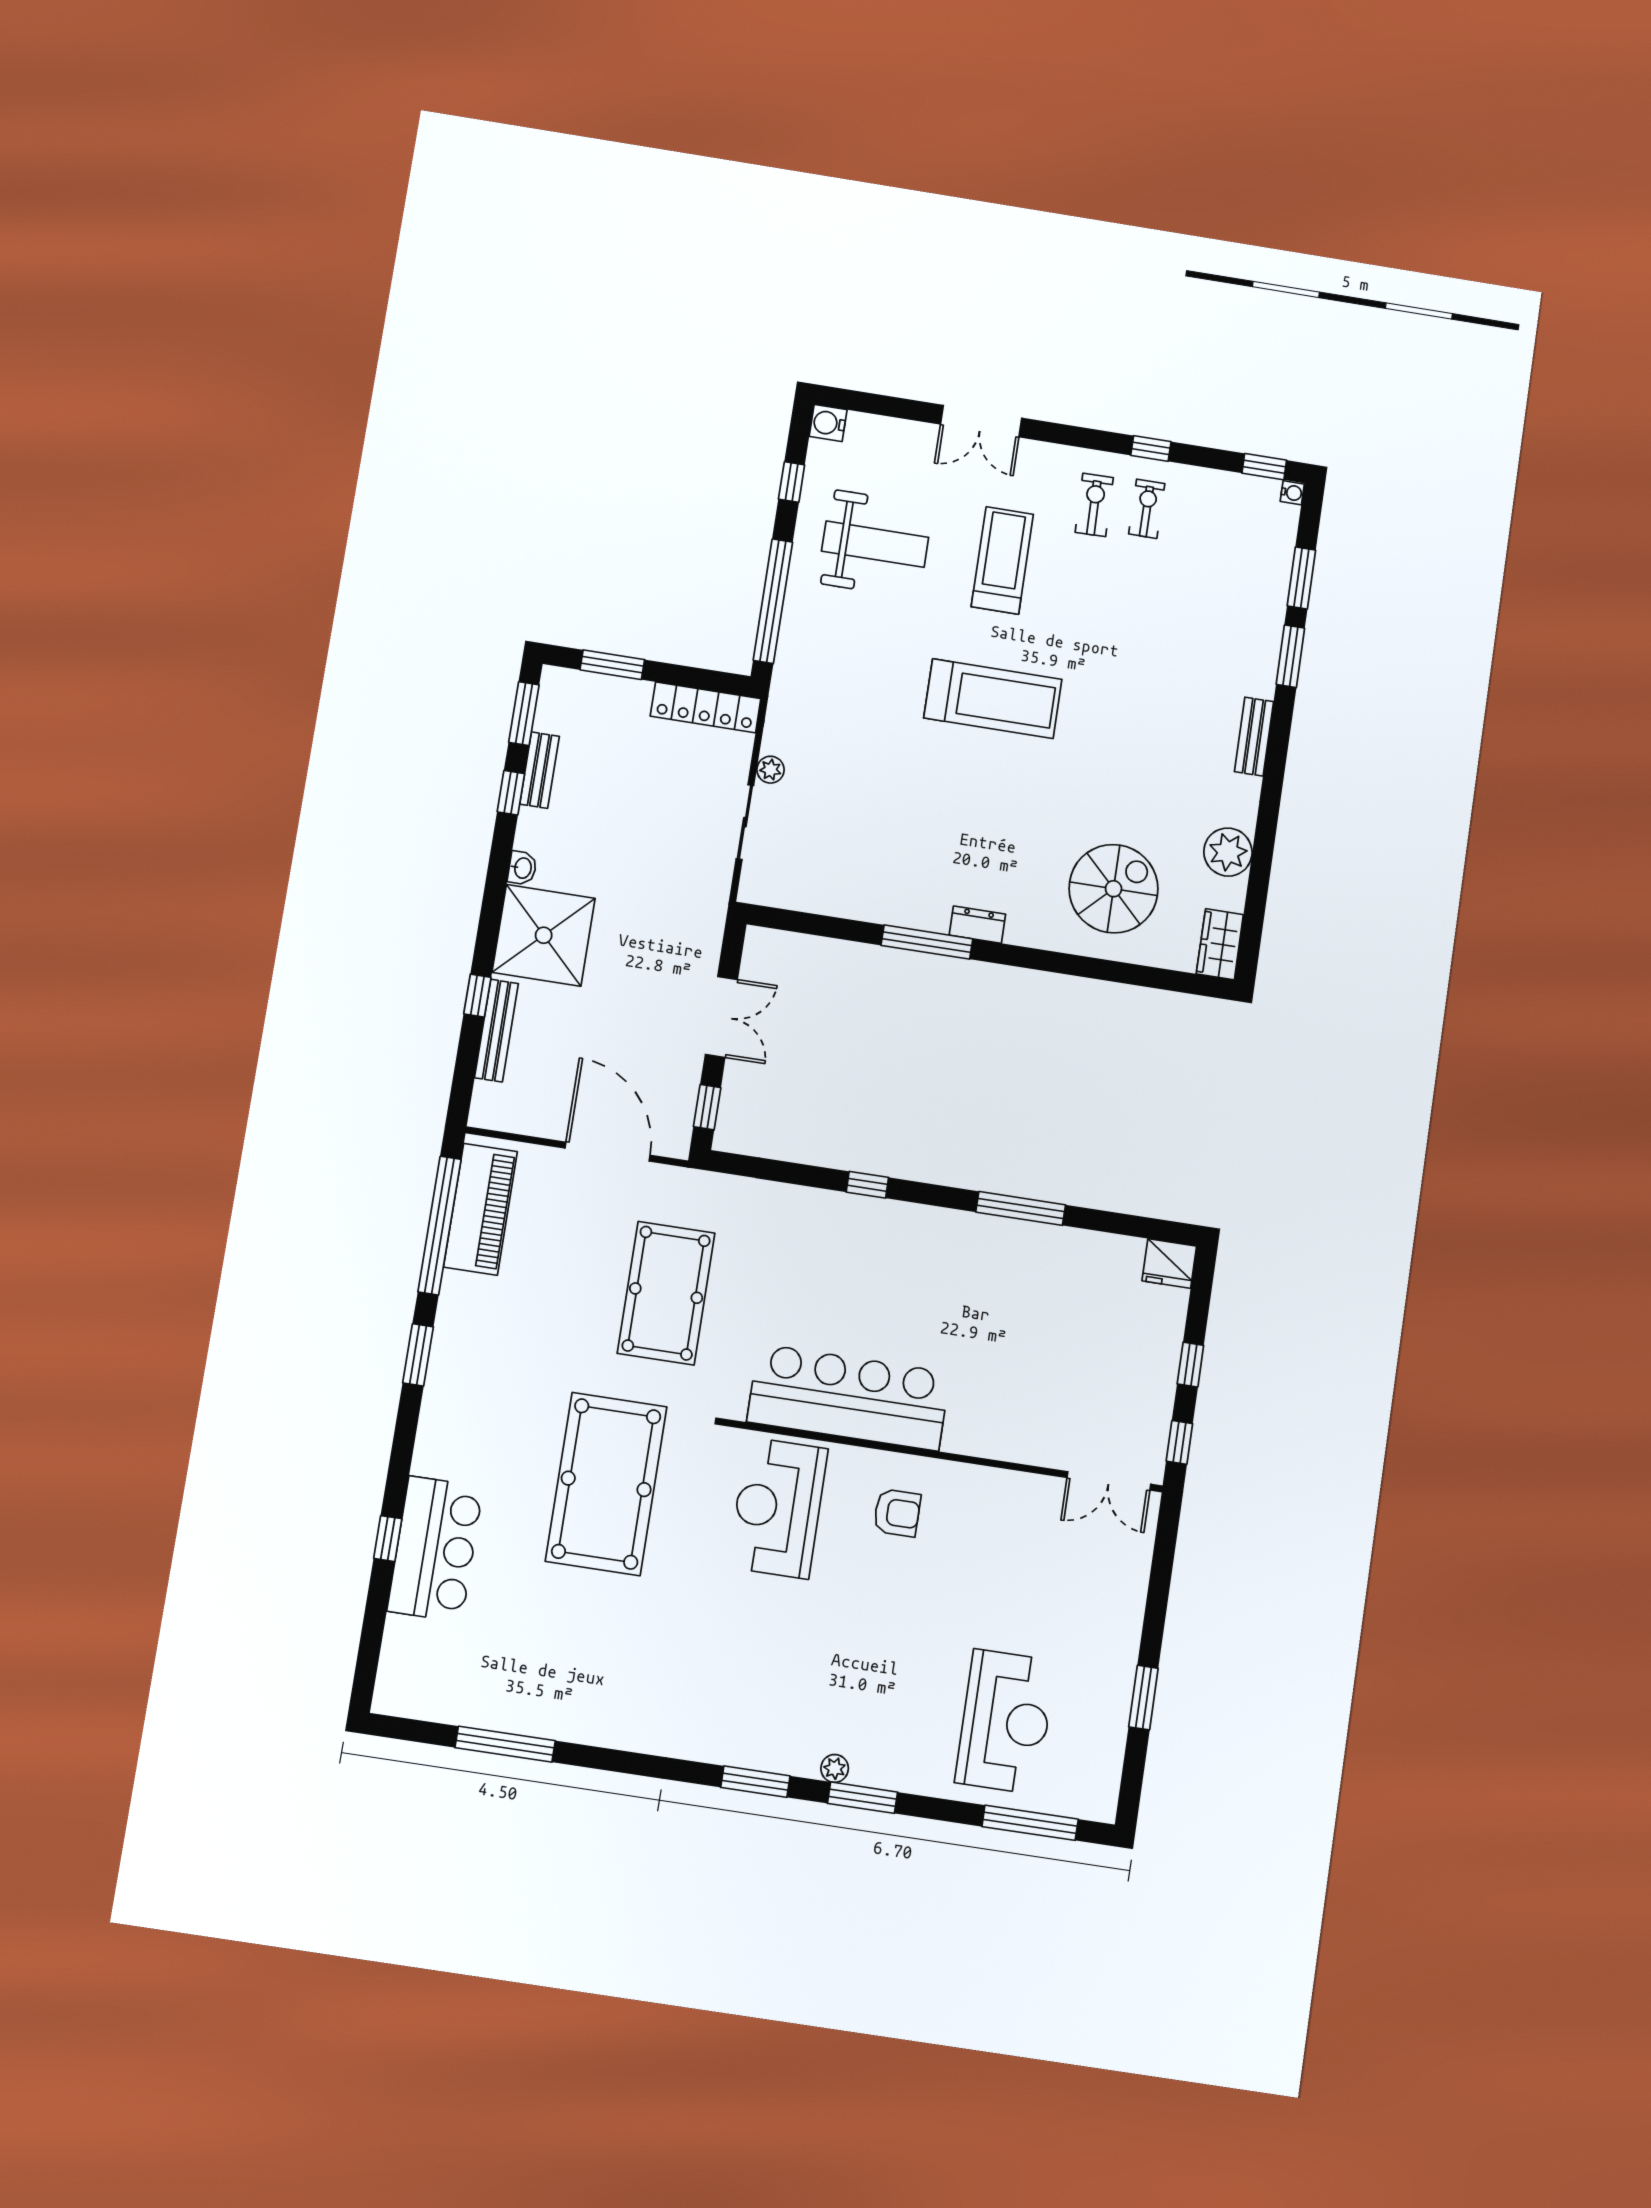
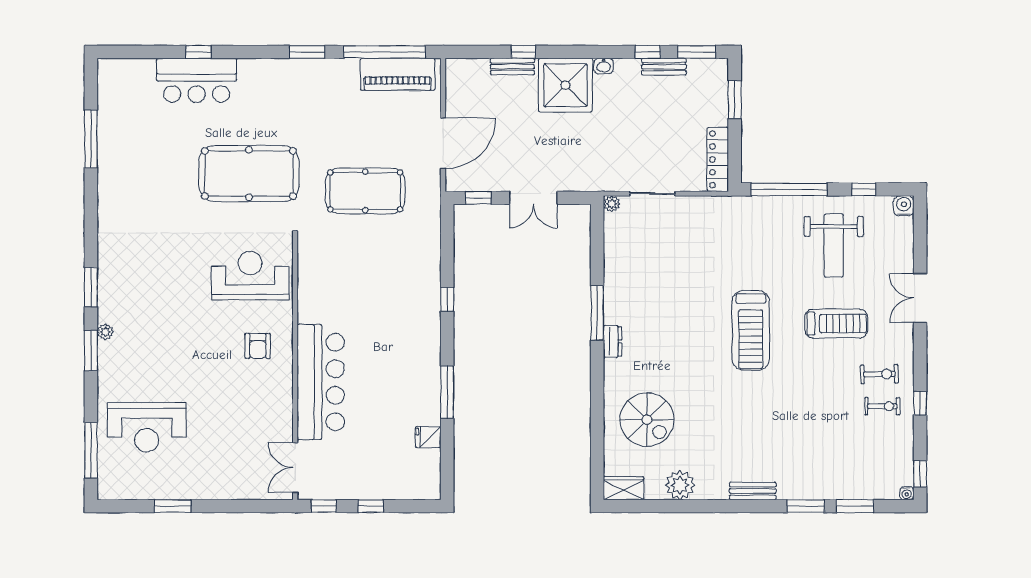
plant: (770, 770) -> (612, 204), moved
bench: (497, 1031) -> (512, 67), width x0.73
fridge: (1169, 1263) -> (428, 437), moved, width x0.72
bar counter: (849, 1397) -> (321, 382), moved

